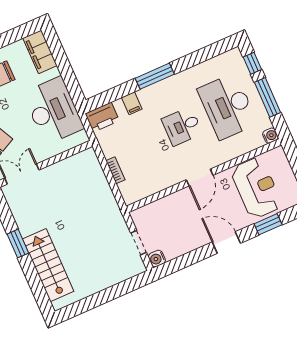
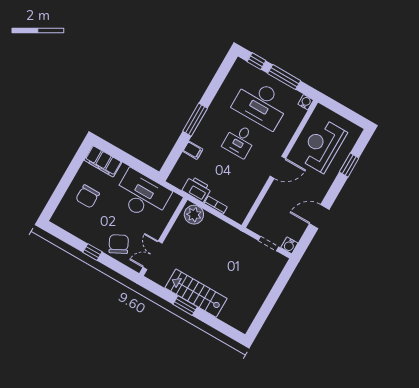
printer: (102, 117) -> (197, 189), moved, turned -90
plant: (89, 164) -> (194, 215), added
door: (200, 177) -> (278, 167), hinge flipped
reception desk: (256, 188) -> (323, 146), turned -90
door: (226, 243) -> (319, 217), moved
stairs: (48, 265) -> (196, 293), moved

